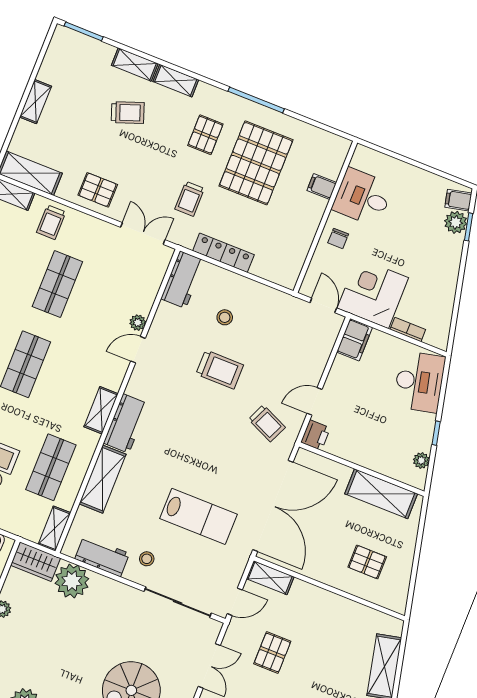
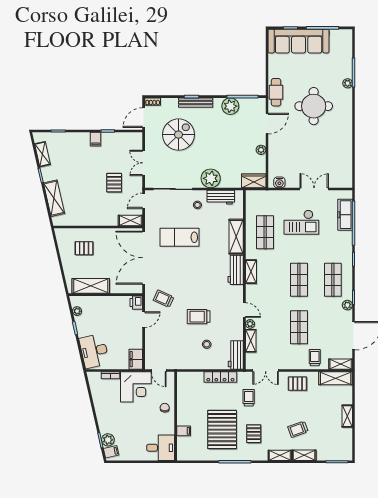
desk: (363, 197) -> (161, 448), moved
door: (138, 350) -> (244, 310), hinge flipped
shelving: (54, 529) -> (251, 341), moved
plant: (72, 581) -> (211, 178), moved

